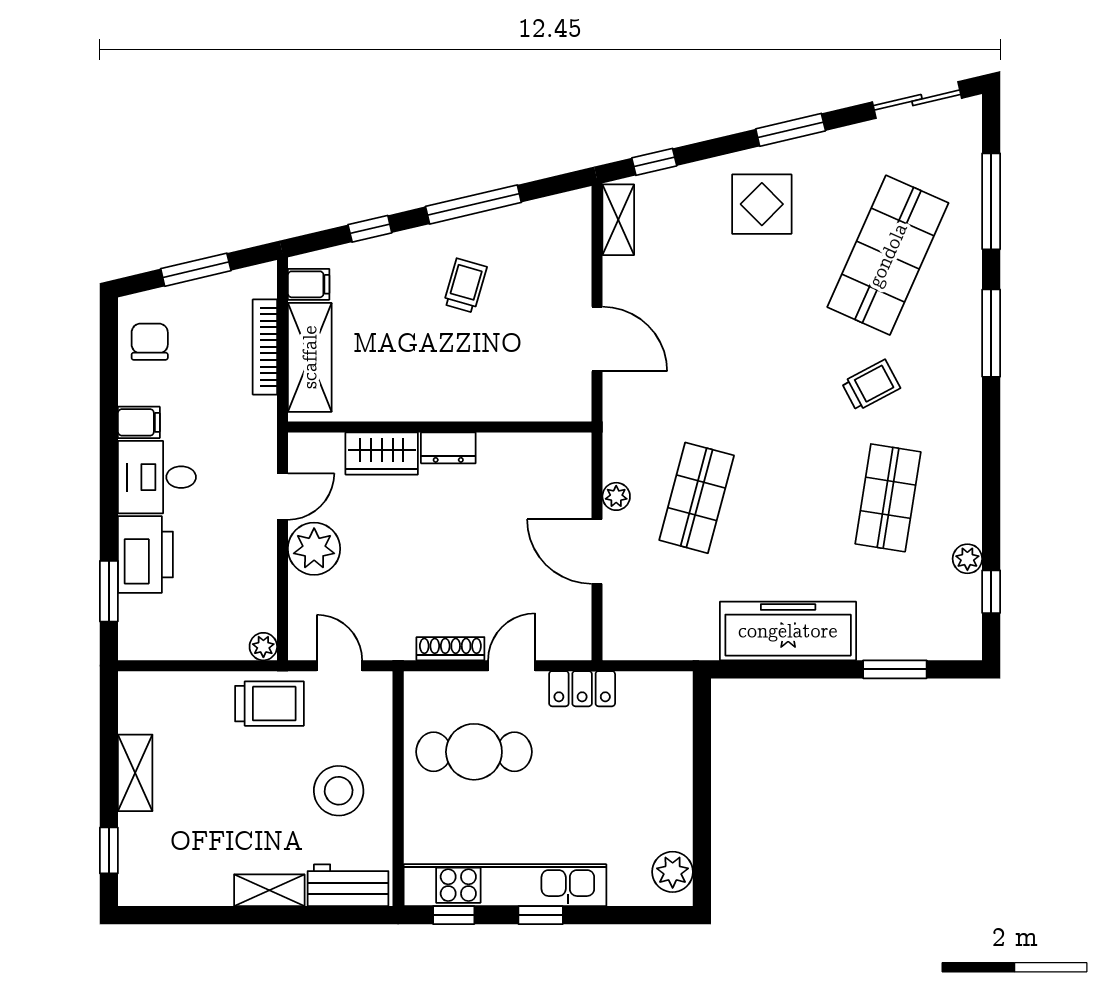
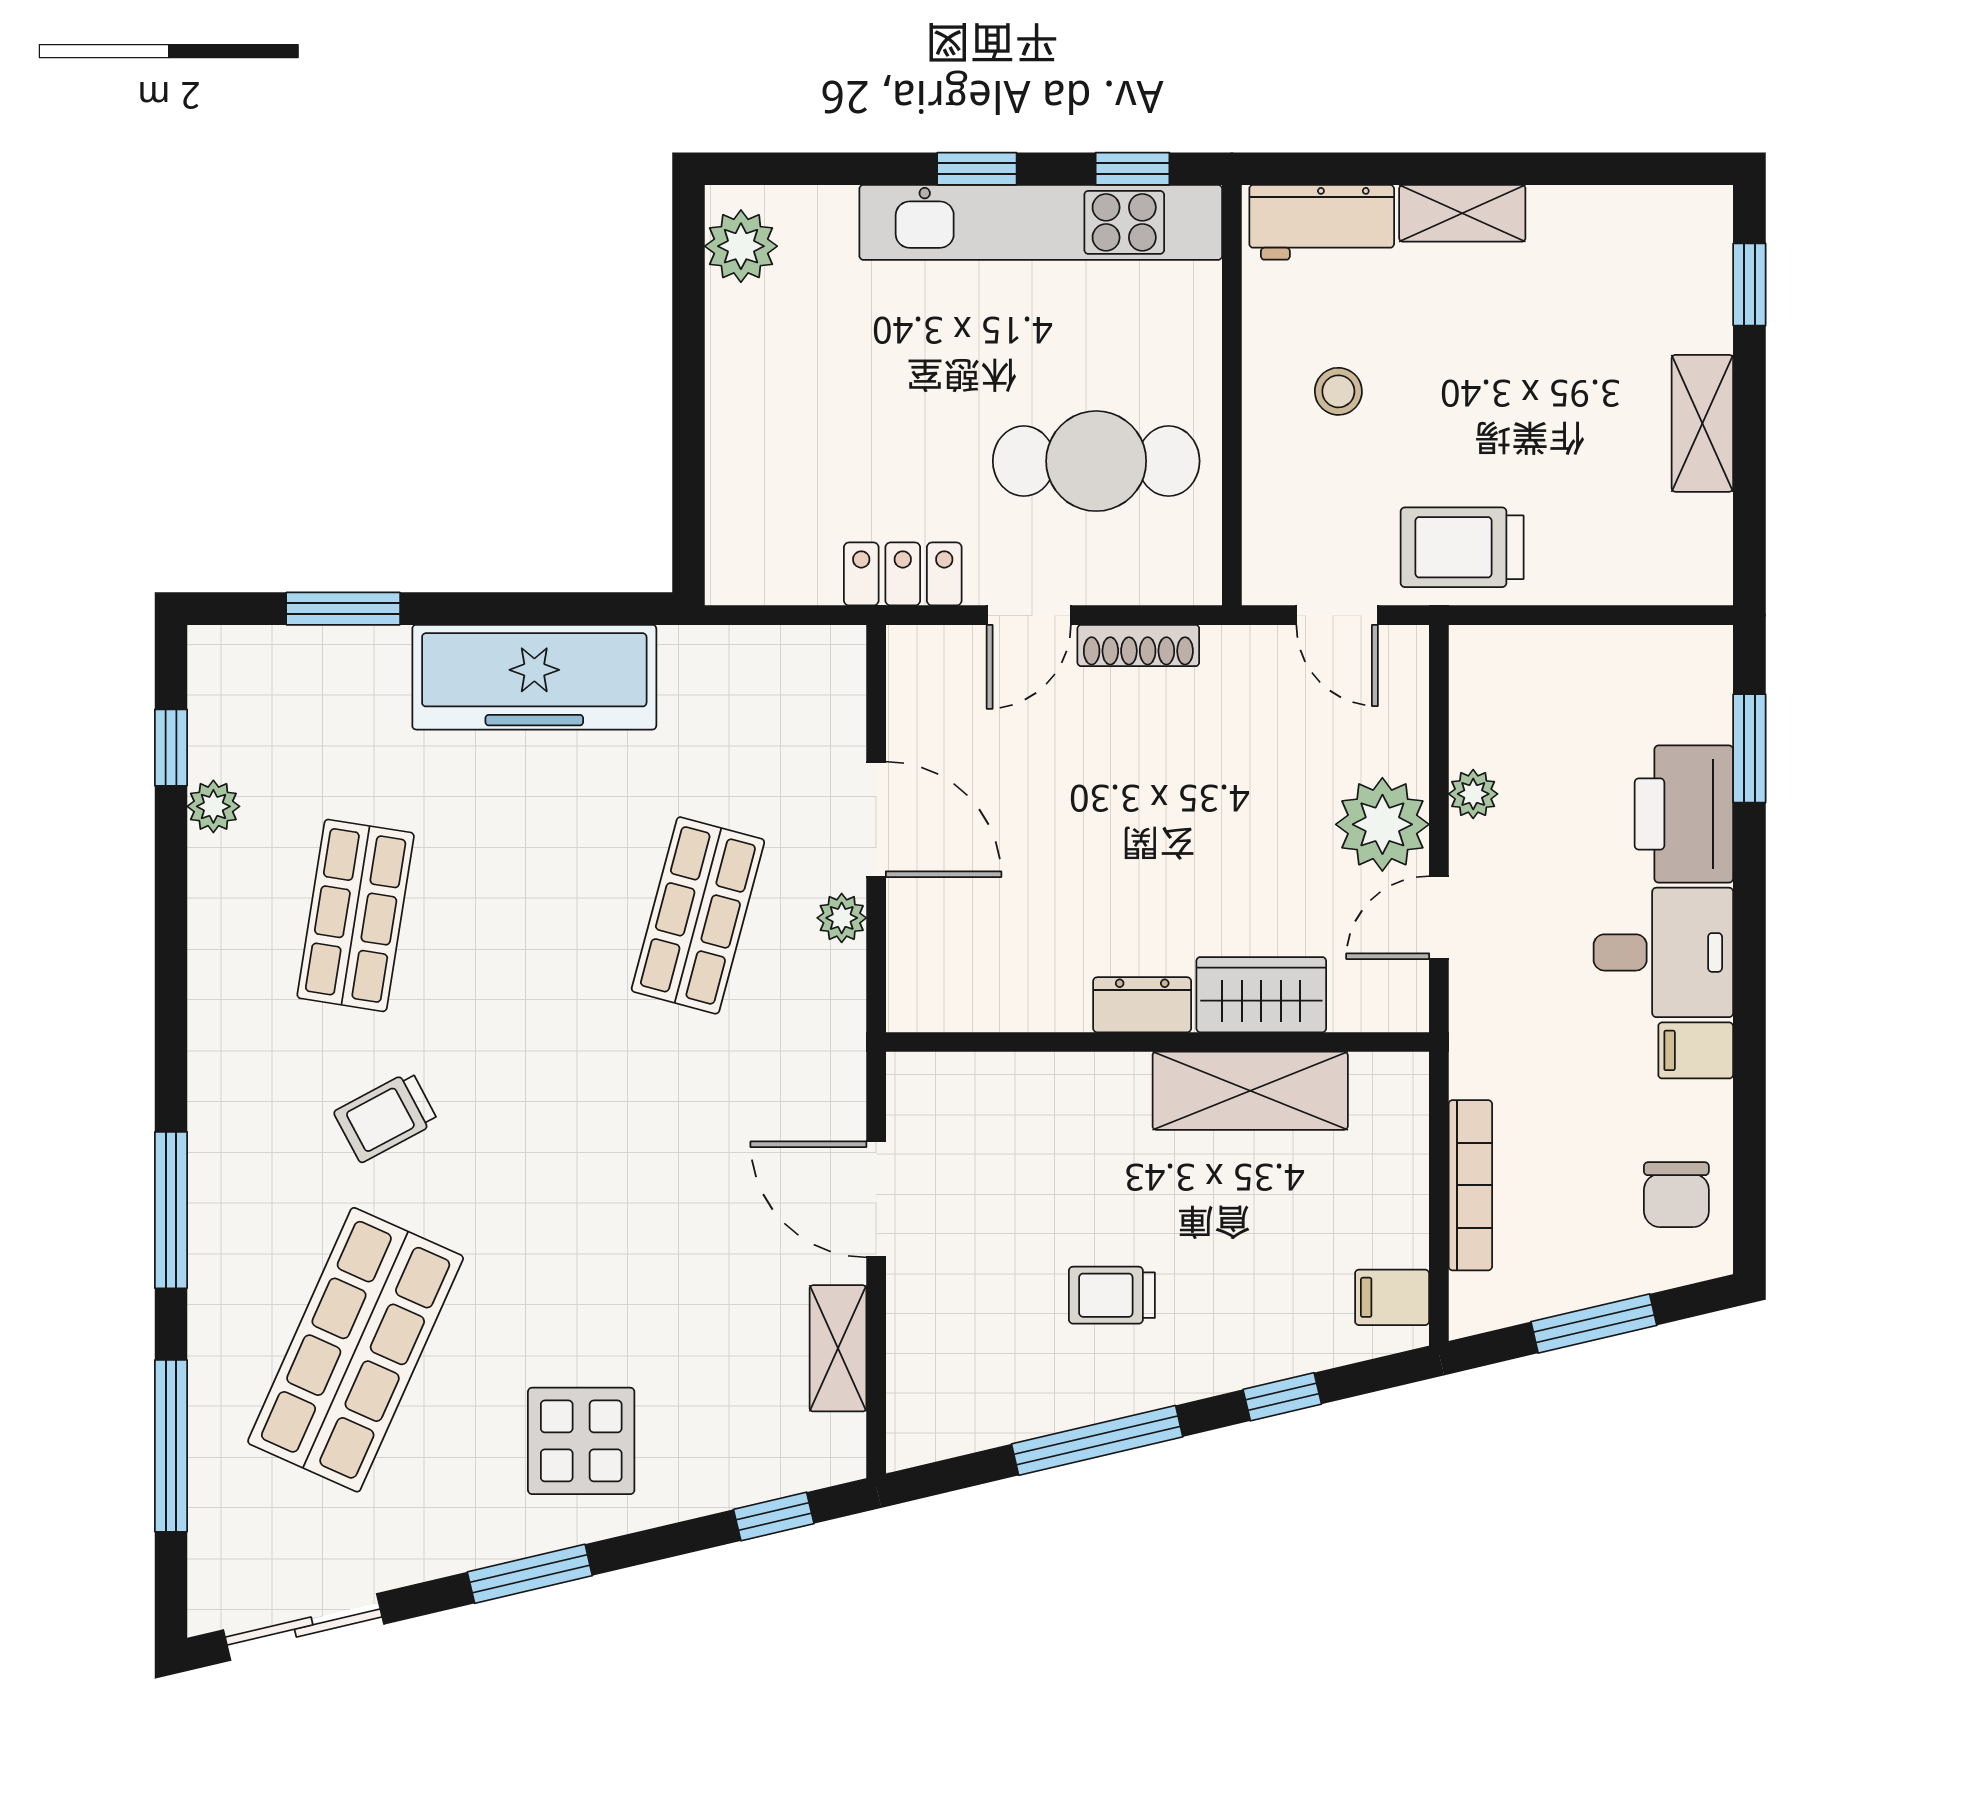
shelving: (618, 220) -> (838, 1348), moved
trolley: (465, 286) -> (1112, 1295), turned 74
shelving: (310, 357) -> (1250, 1091), moved, turned 90
plant: (263, 647) -> (1473, 794), moved
stool: (339, 791) -> (1338, 391), width x0.53, depth x0.53

